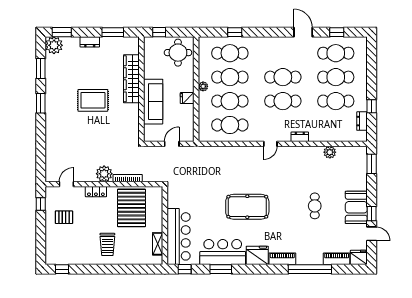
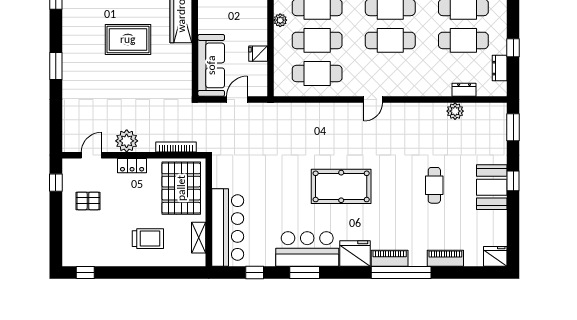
fridge: (187, 98) -> (258, 54), moved
sofa: (153, 102) -> (211, 65), moved
window: (41, 103) -> (56, 66), moved
dresser: (300, 137) -> (464, 90), moved
plant: (104, 174) -> (127, 141), moved
window: (372, 214) -> (513, 181), moved
wall: (165, 225) -> (209, 212), moved
door: (372, 234) -> (513, 224), removed
bar counter: (179, 236) -> (228, 227), moved
trolley: (107, 244) -> (148, 239), turned -90
shelving: (158, 244) -> (199, 238), moved
piano: (337, 259) -> (445, 258), moved
window: (310, 269) -> (401, 273), moved

